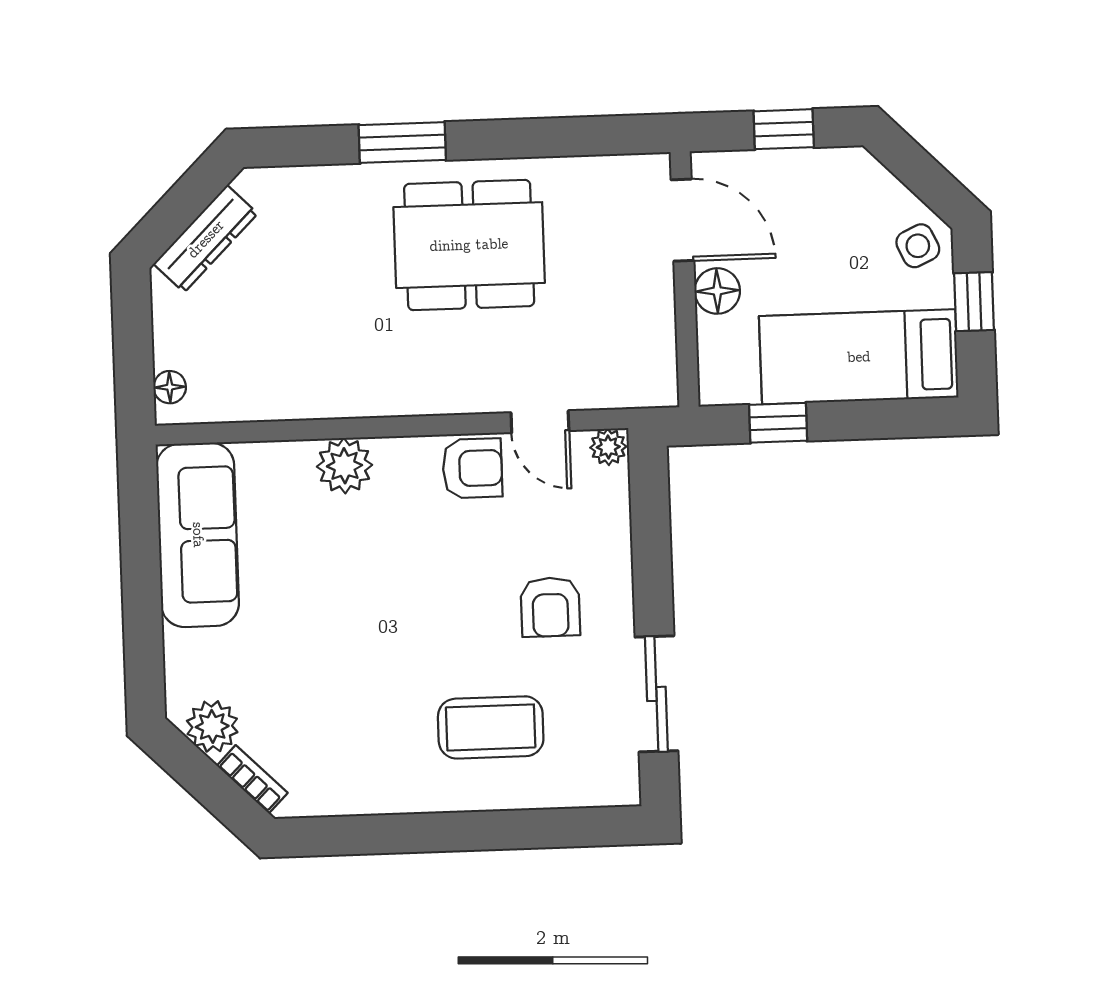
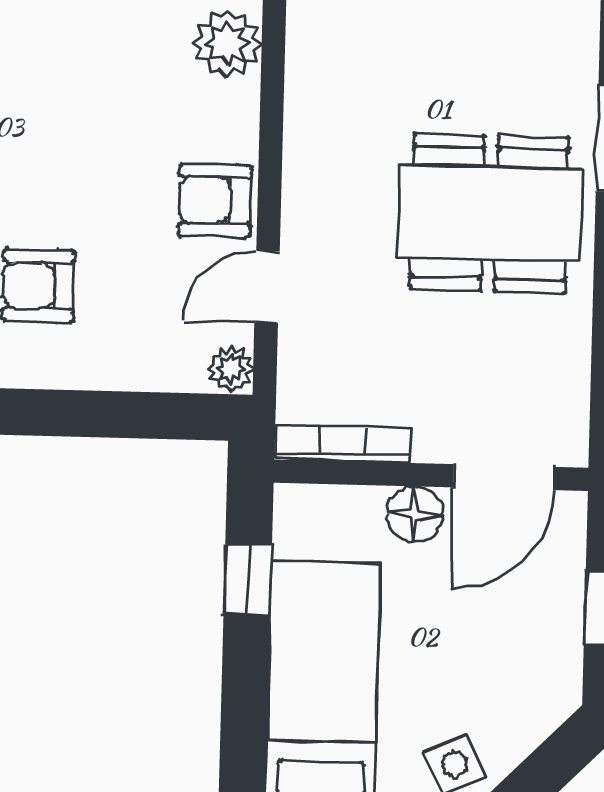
dining table: (469, 245) -> (489, 213), turned 90
bookcase: (663, 353) -> (343, 444), added
armchair: (472, 468) -> (215, 200), turned 90

